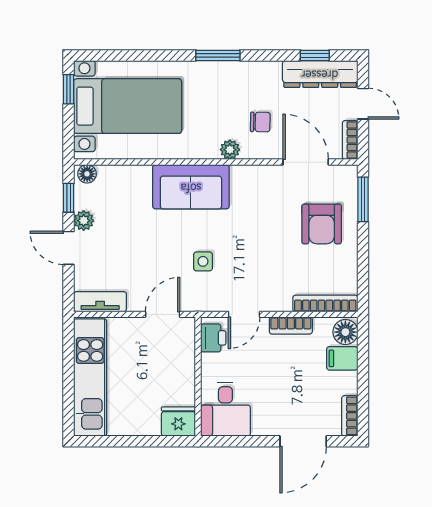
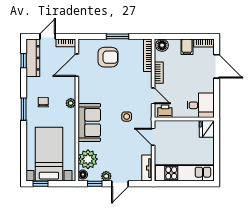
chair: (260, 122) -> (43, 102), moved
plant: (118, 184) -> (88, 159), added
window: (363, 199) -> (118, 36), moved
filing cabinet: (342, 358) -> (187, 47), moved

